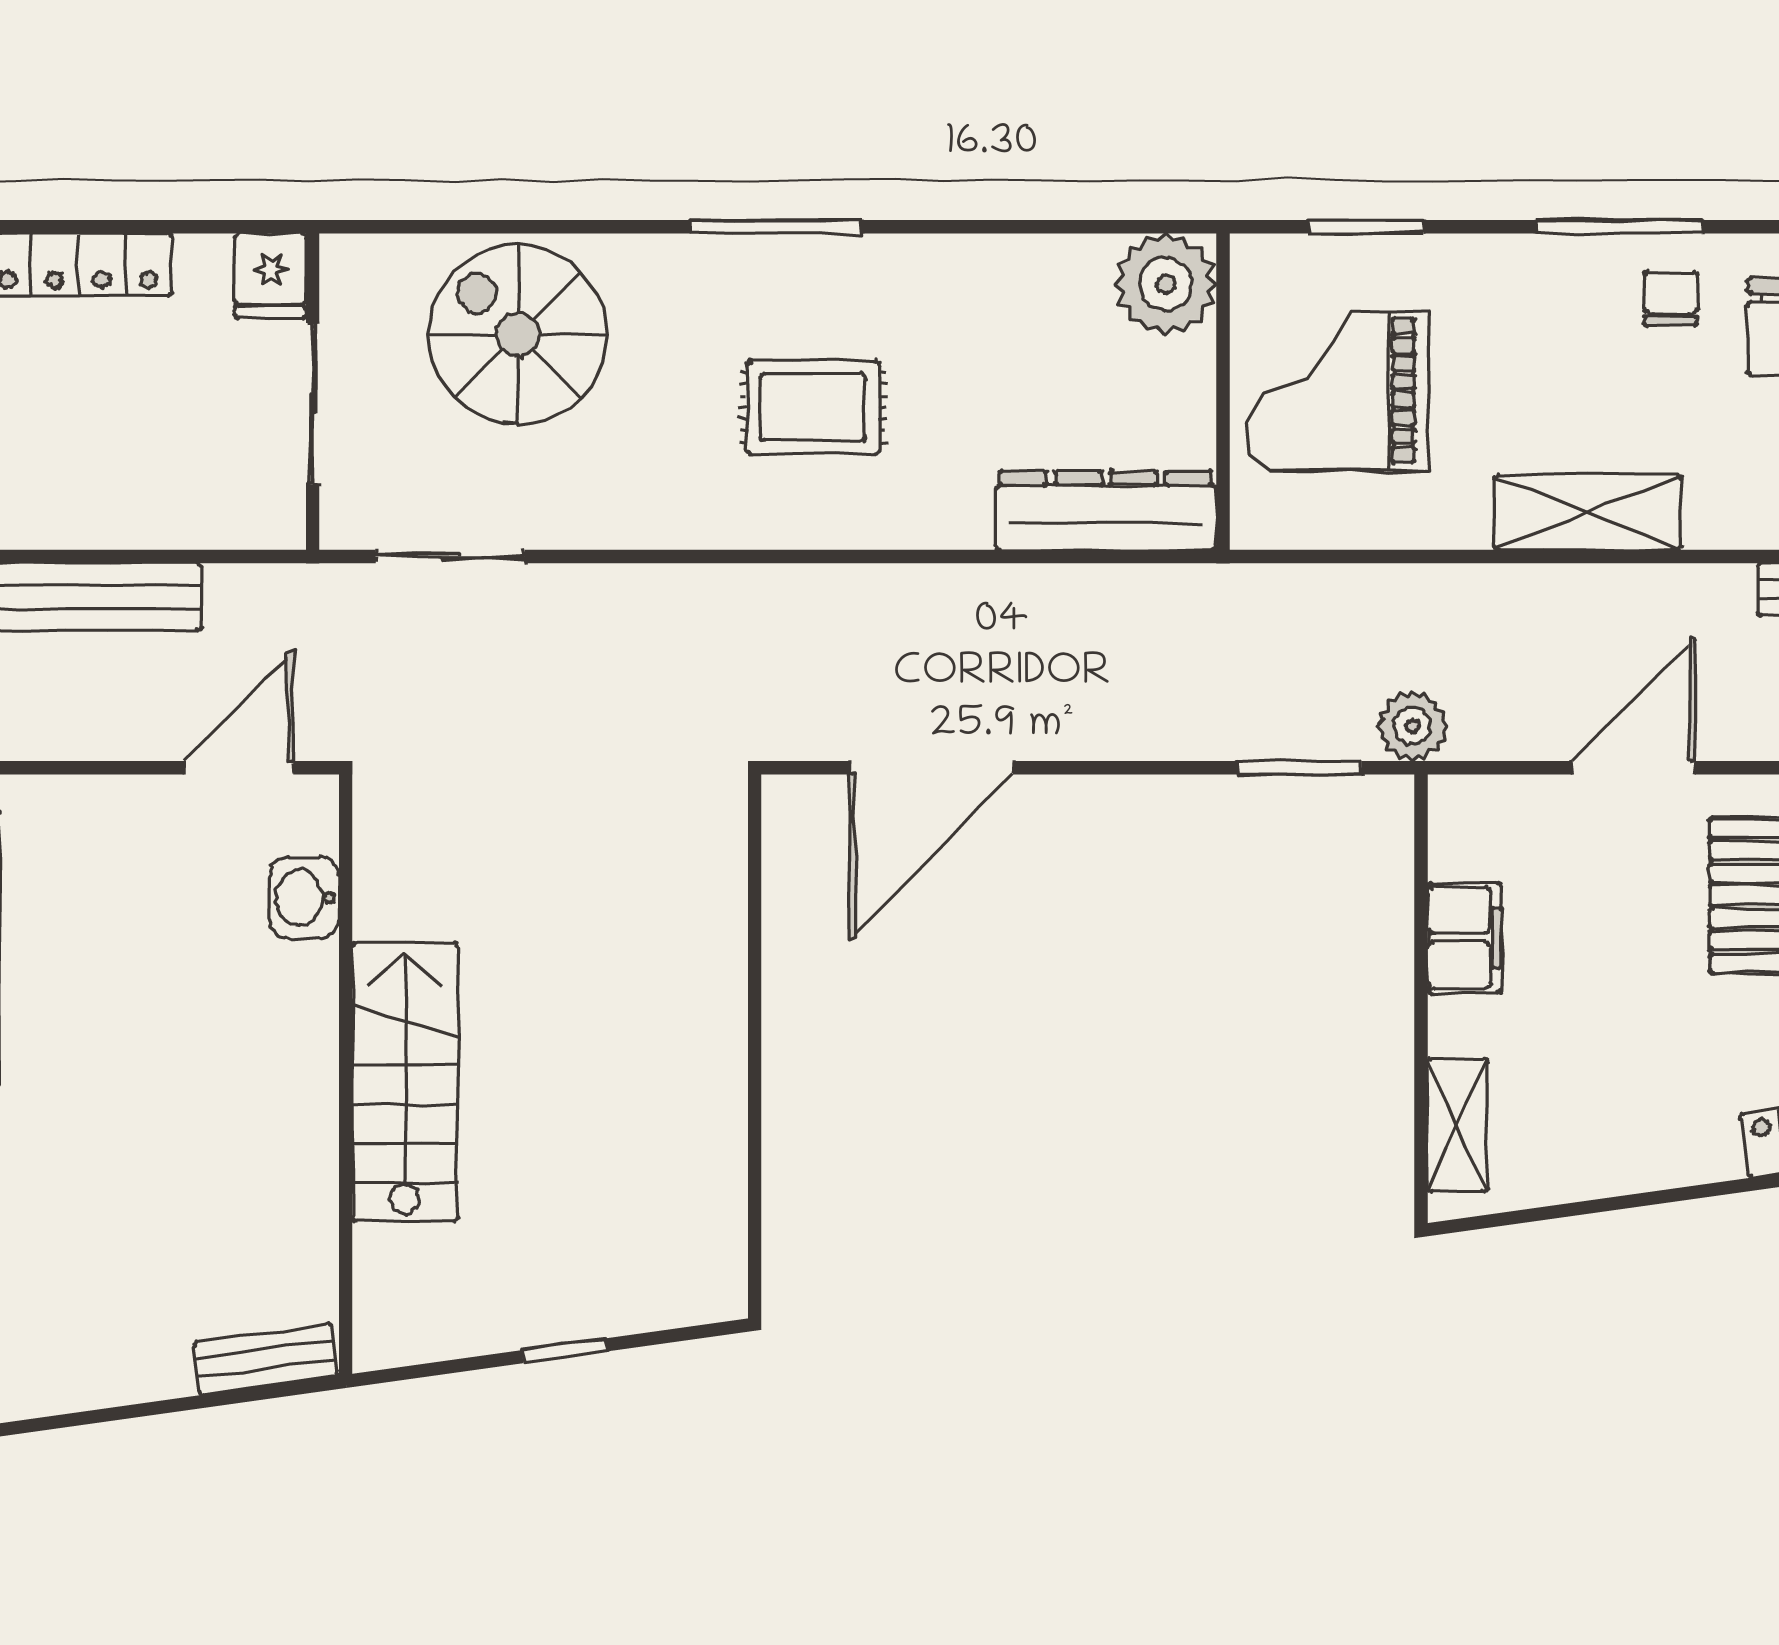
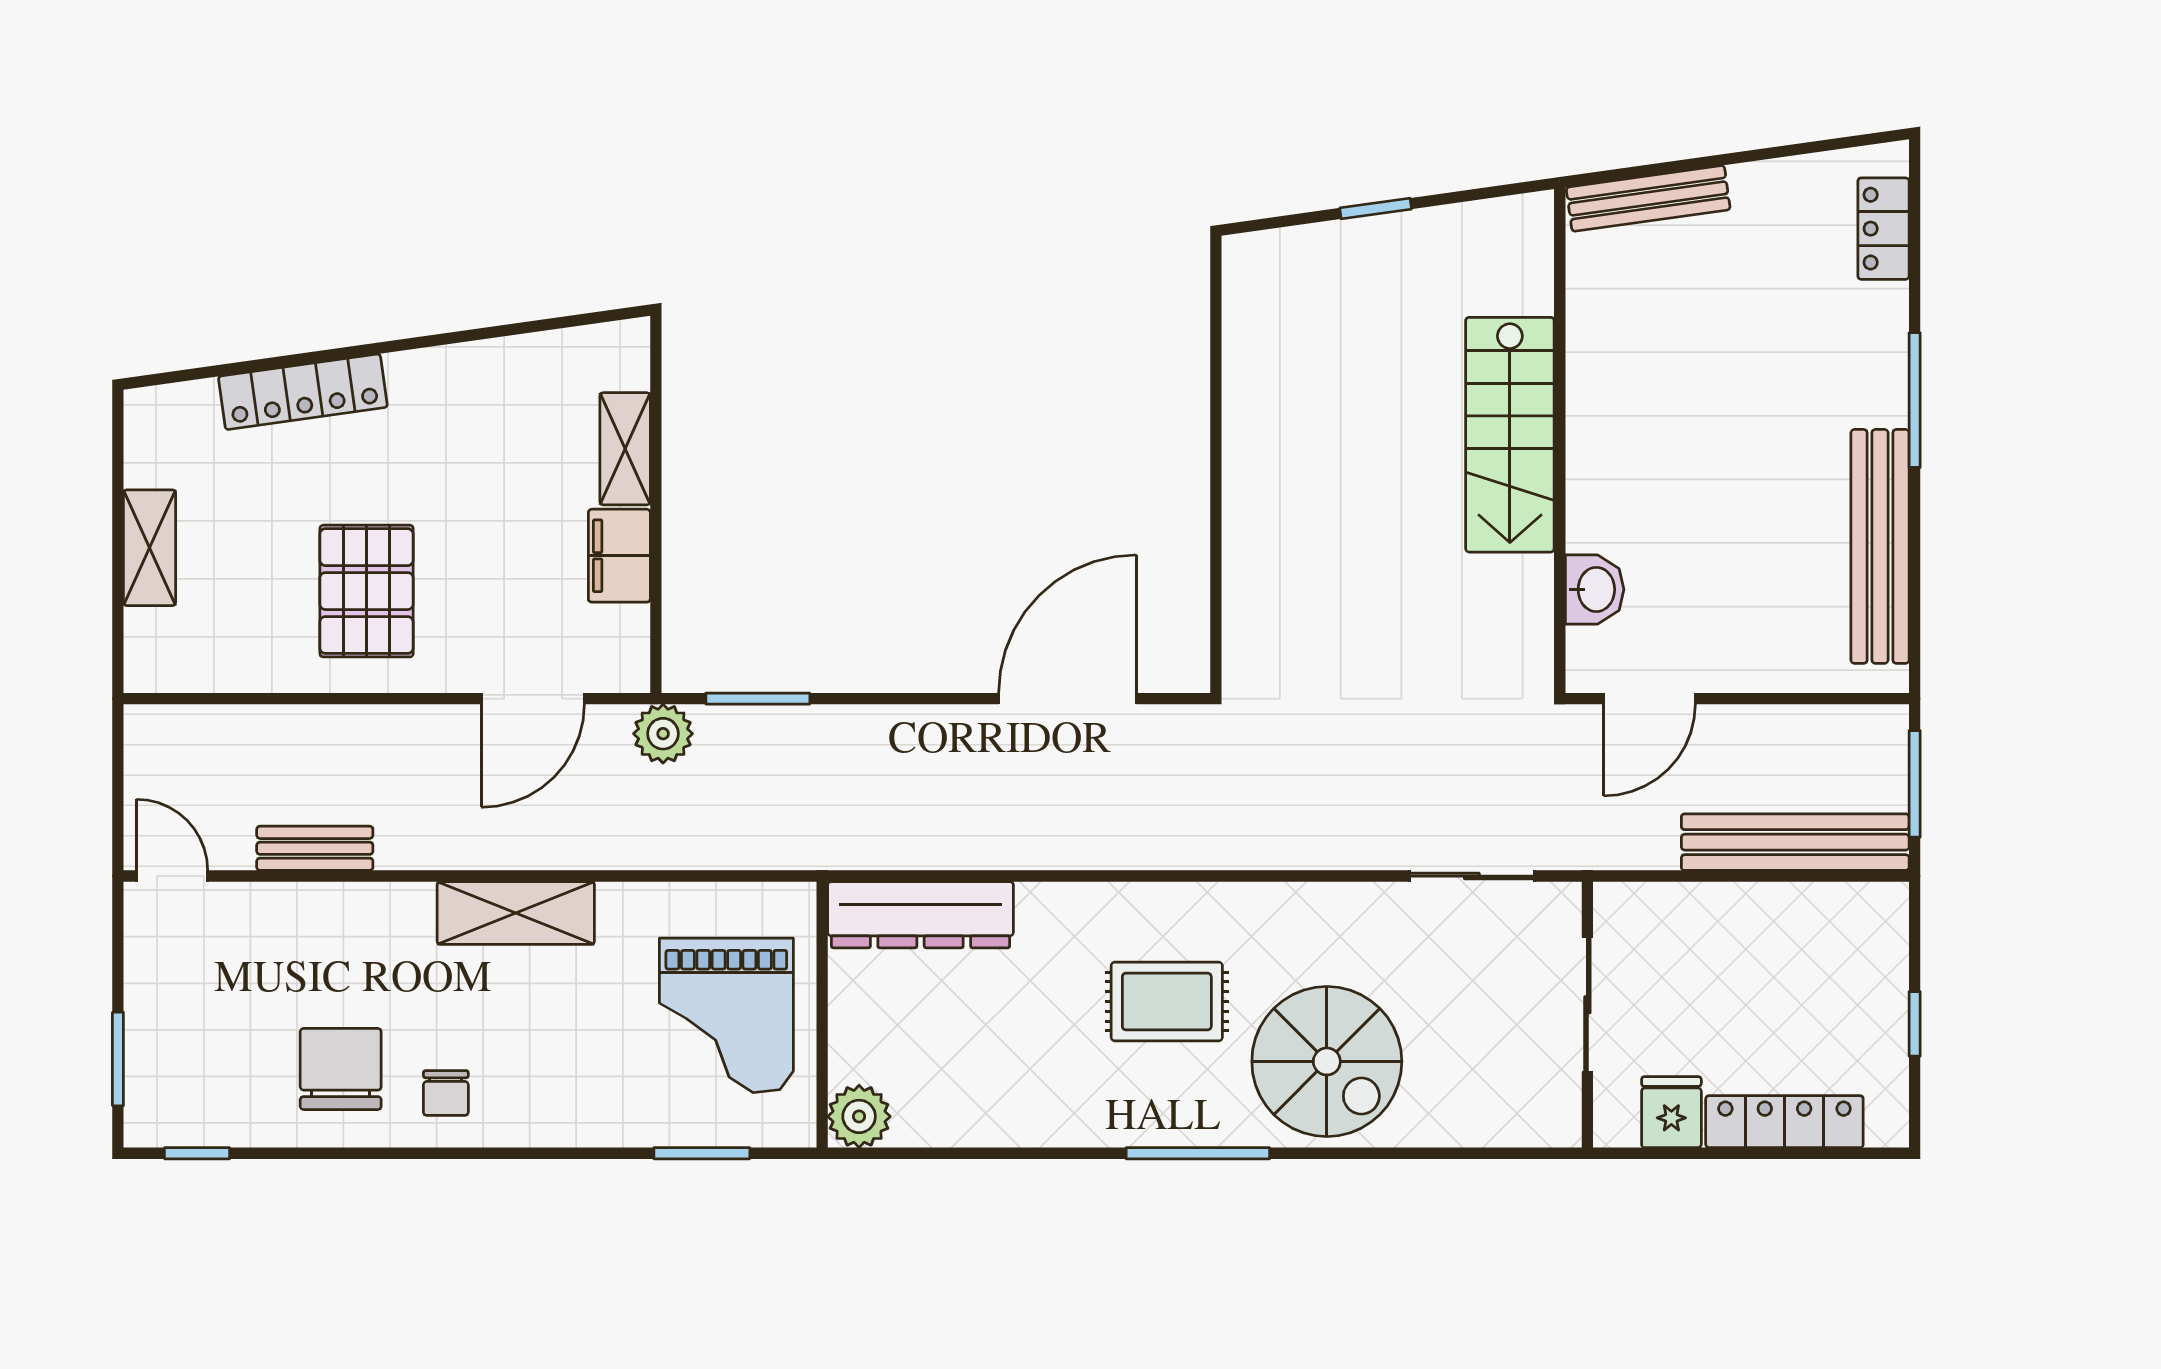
window: (1619, 227) -> (489, 1153), removed
fridge: (271, 276) -> (1671, 1112), moved
plant: (1166, 284) -> (859, 1116), width x0.73, depth x0.73
spiral stairs: (518, 334) -> (1327, 1061), moved
grand piano: (1337, 391) -> (726, 1015), turned 90
door: (1634, 768) -> (533, 699), moved
shelving: (1458, 1125) -> (625, 449), moved
bench: (265, 1359) -> (1648, 198), width x1.36

